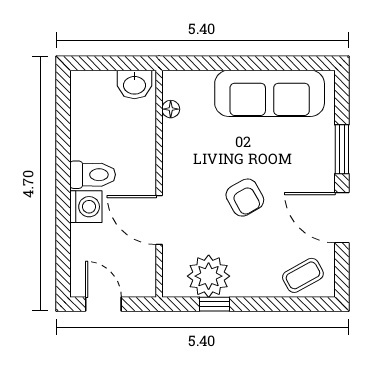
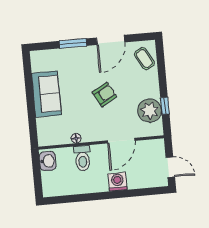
sofa: (270, 93) -> (46, 94), width x0.73
floor lamp: (171, 109) -> (76, 138), moved
toilet: (93, 175) -> (82, 158), moved, turned 180
door: (103, 304) -> (170, 167), swing flipped

